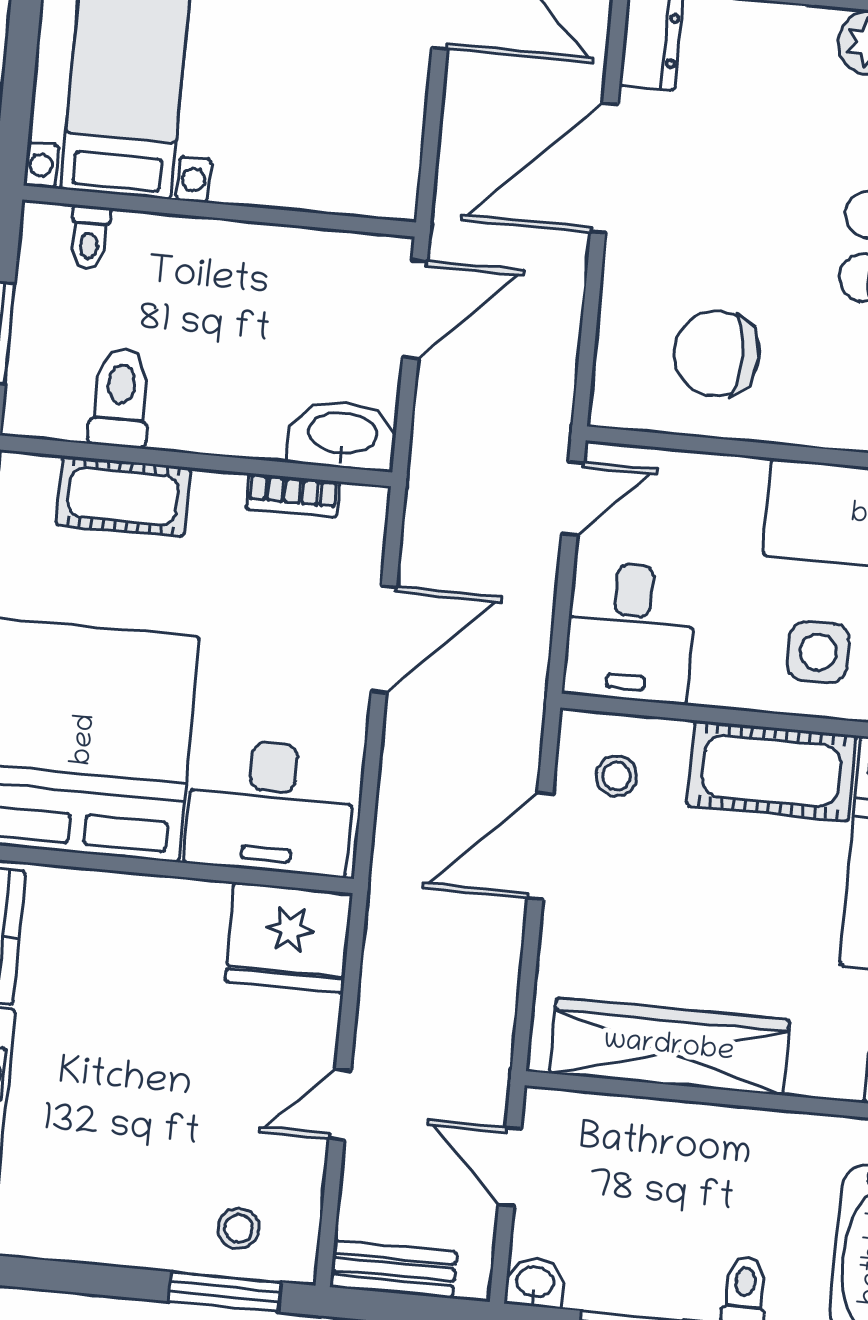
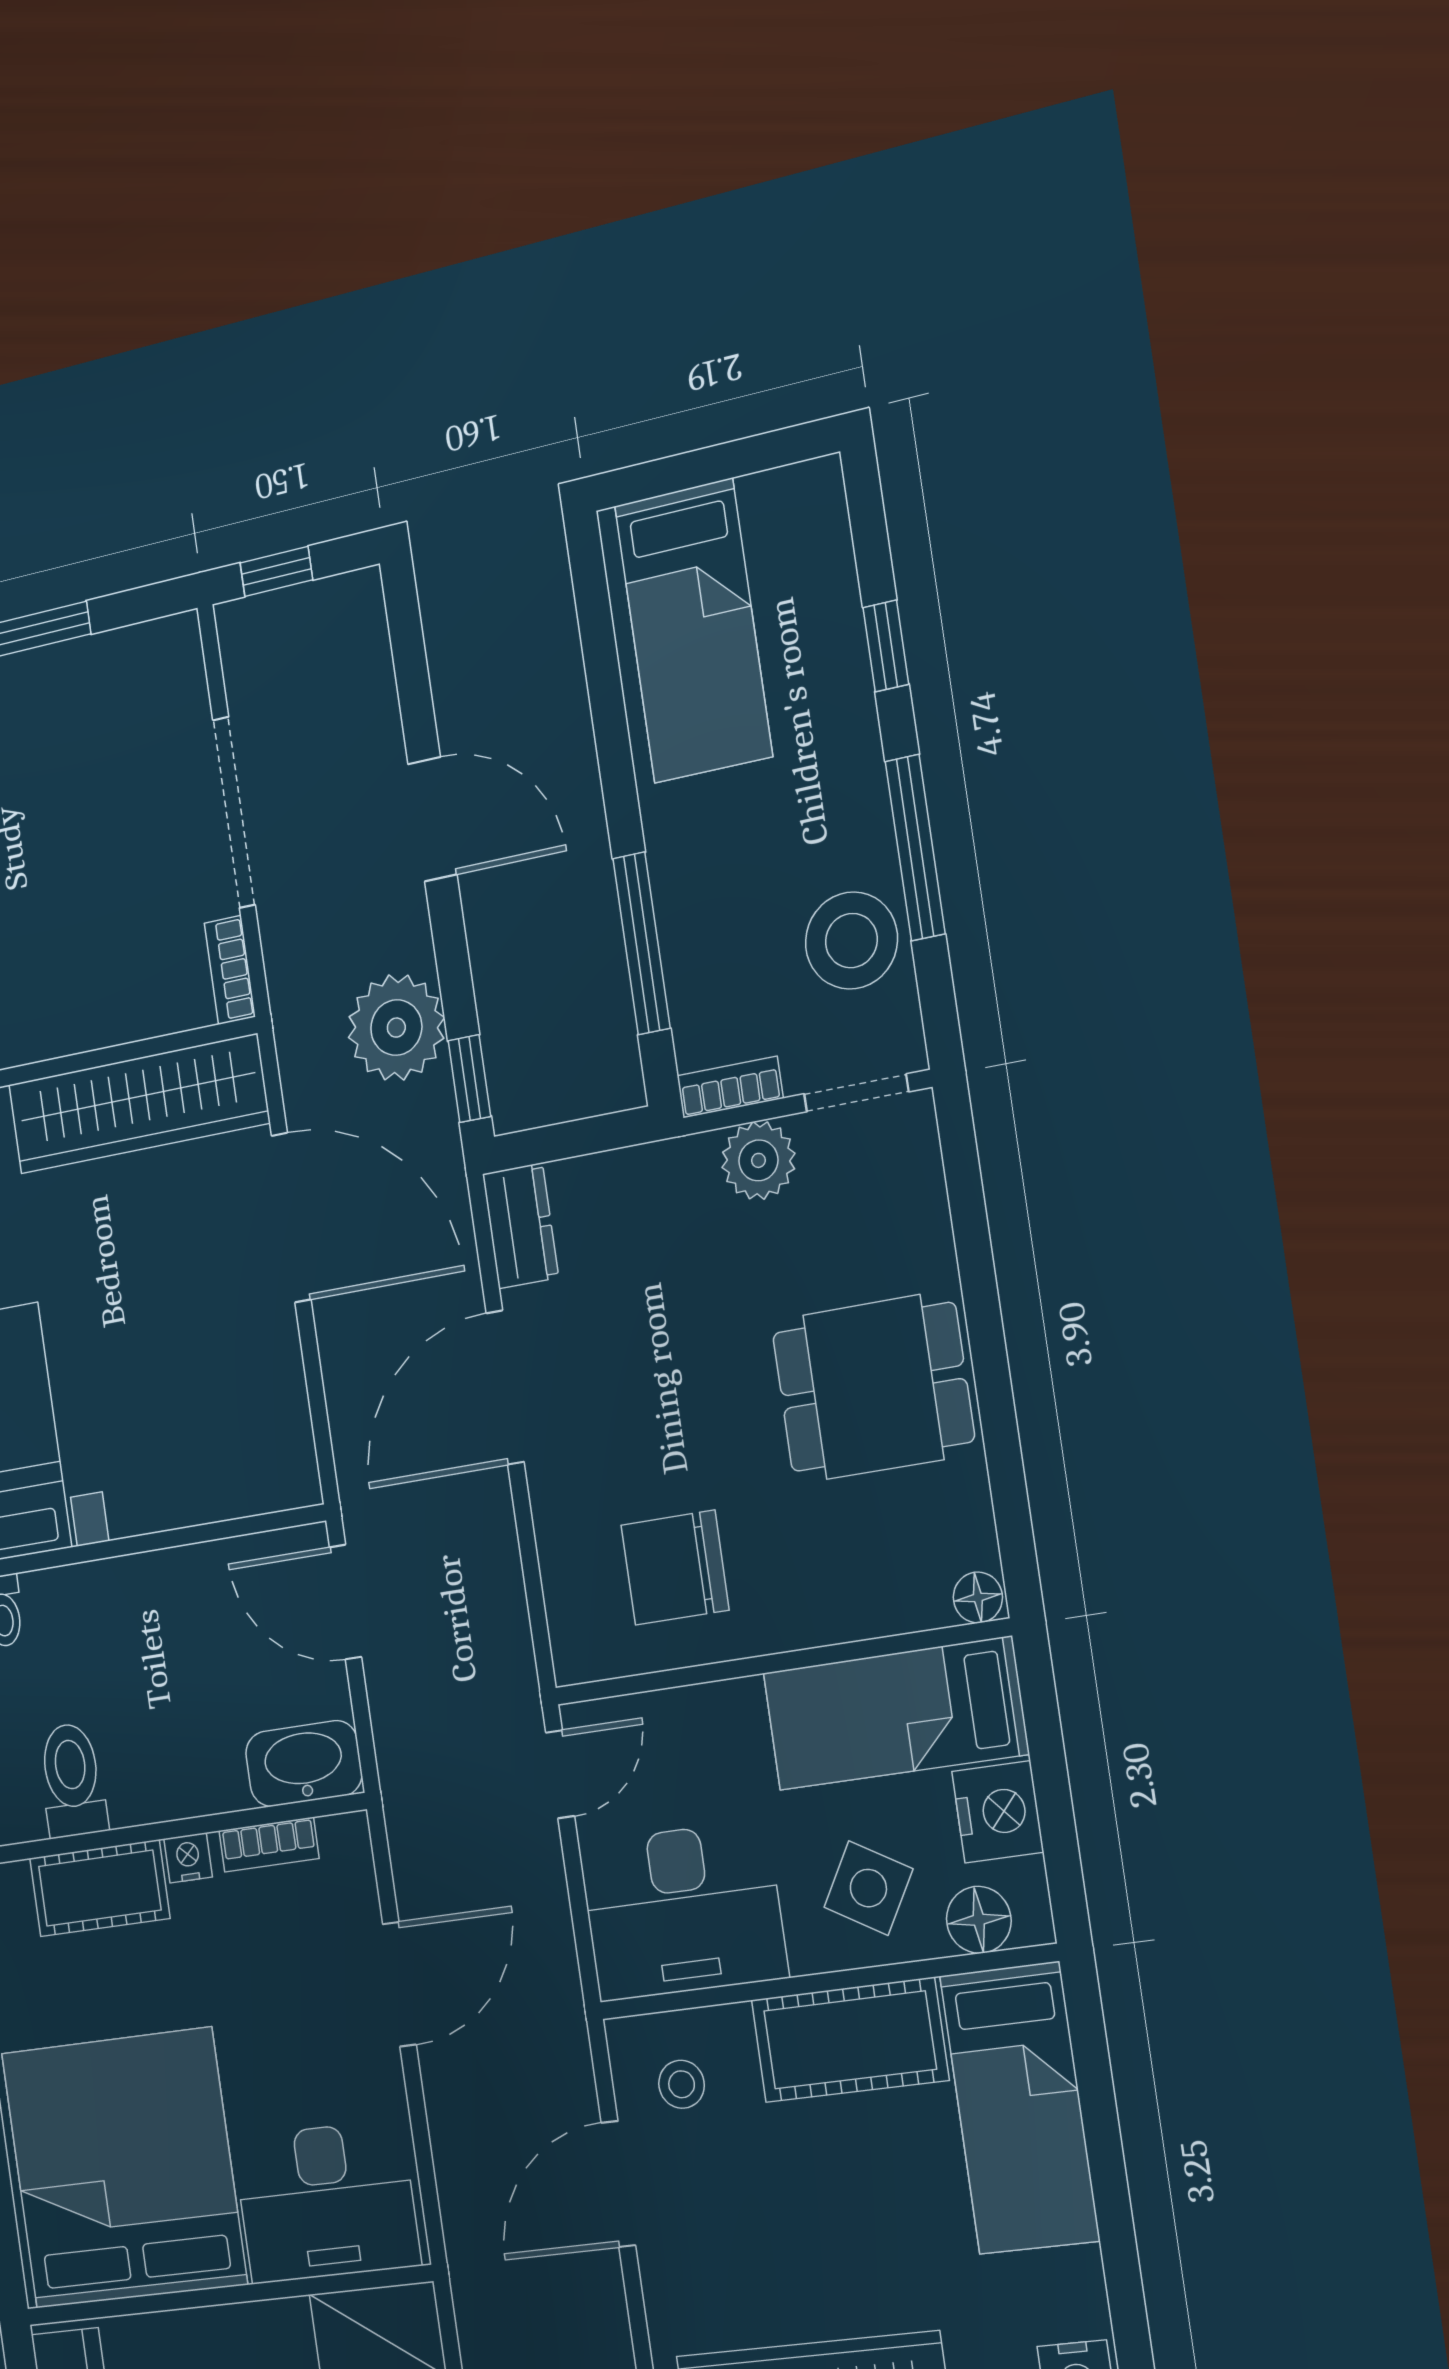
door: (415, 309) -> (345, 1602), swing flipped
nightstand: (214, 489) -> (188, 1858), added
desk: (630, 632) -> (683, 1911), width x1.37
side table: (818, 652) -> (868, 1888), turned 30

